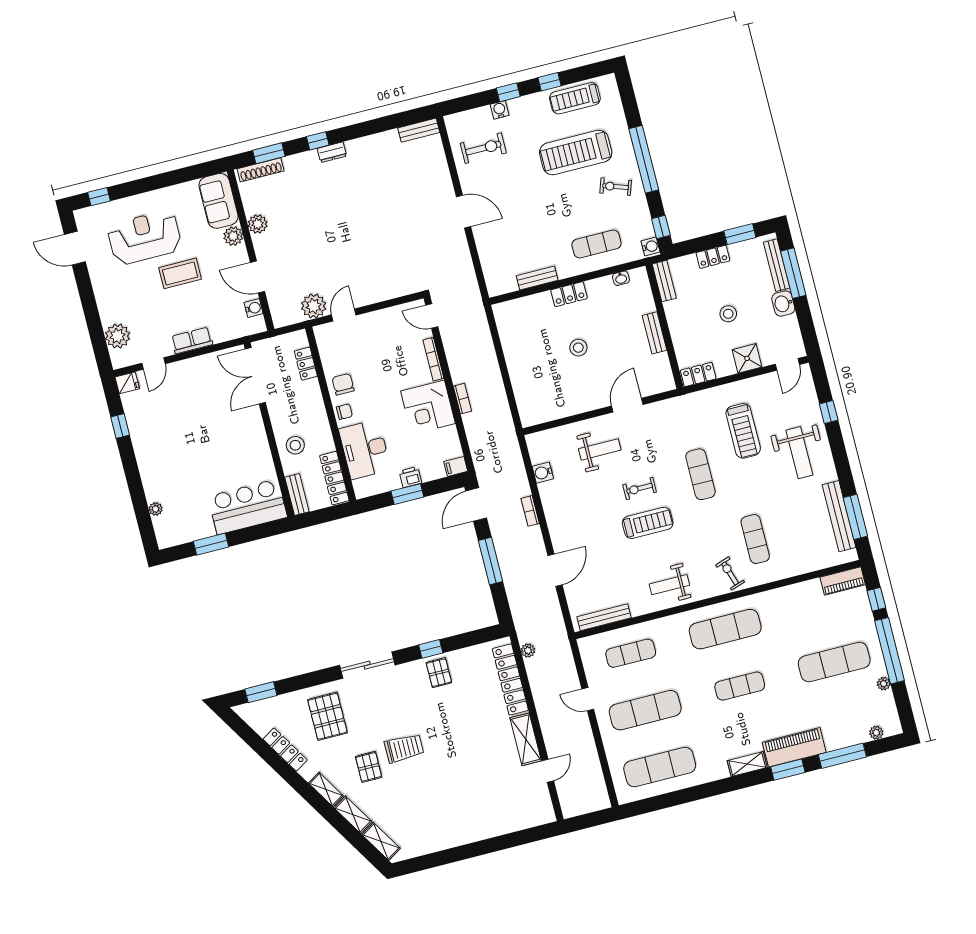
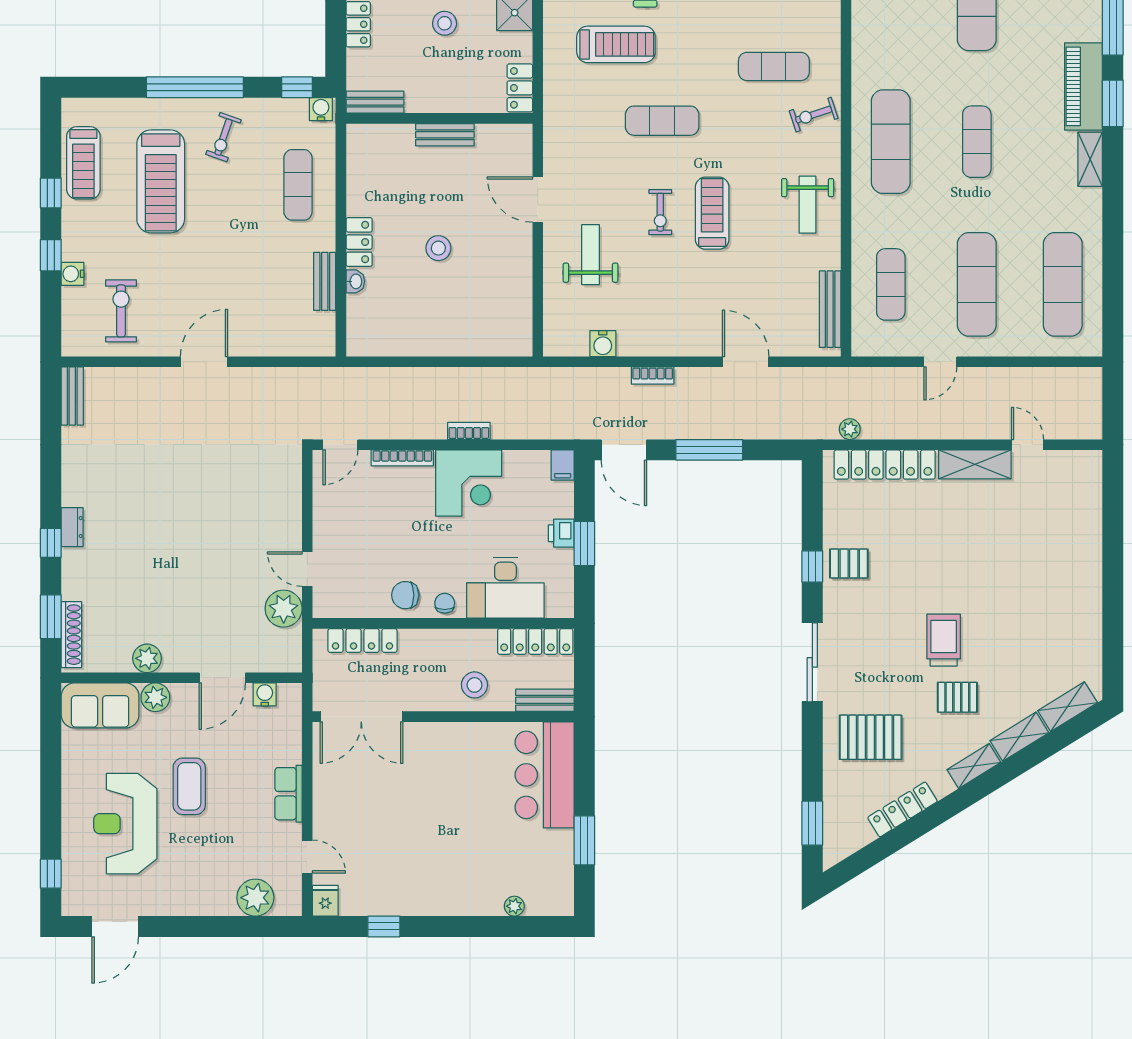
washbasin: (621, 278) -> (355, 281), moved
locker: (306, 364) -> (362, 640), width x1.53

